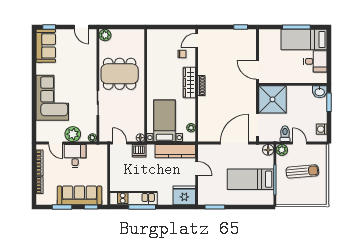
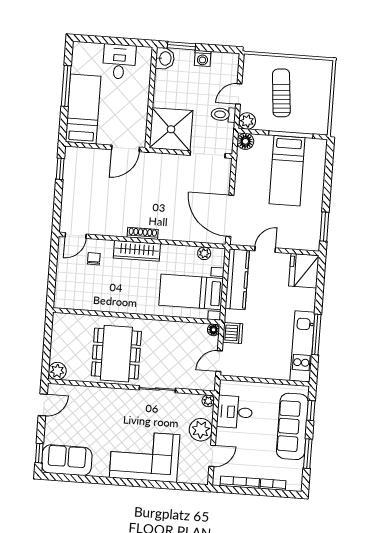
bed: (304, 40) -> (83, 109), moved, turned 180
door: (197, 41) -> (76, 236), hinge flipped
washing machine: (322, 129) -> (203, 58), moved
door: (234, 143) -> (230, 216), moved
desk: (75, 156) -> (235, 412), moved

